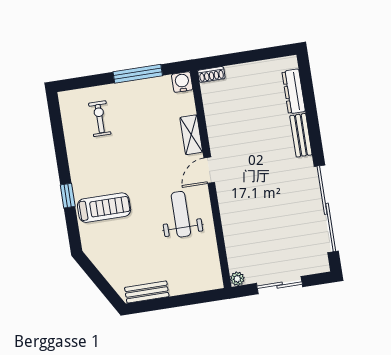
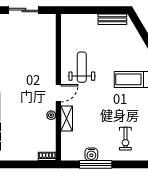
water cooler: (182, 82) -> (91, 154), moved
weight bench: (181, 214) -> (82, 67), turned 180
plant: (237, 279) -> (51, 115), moved

